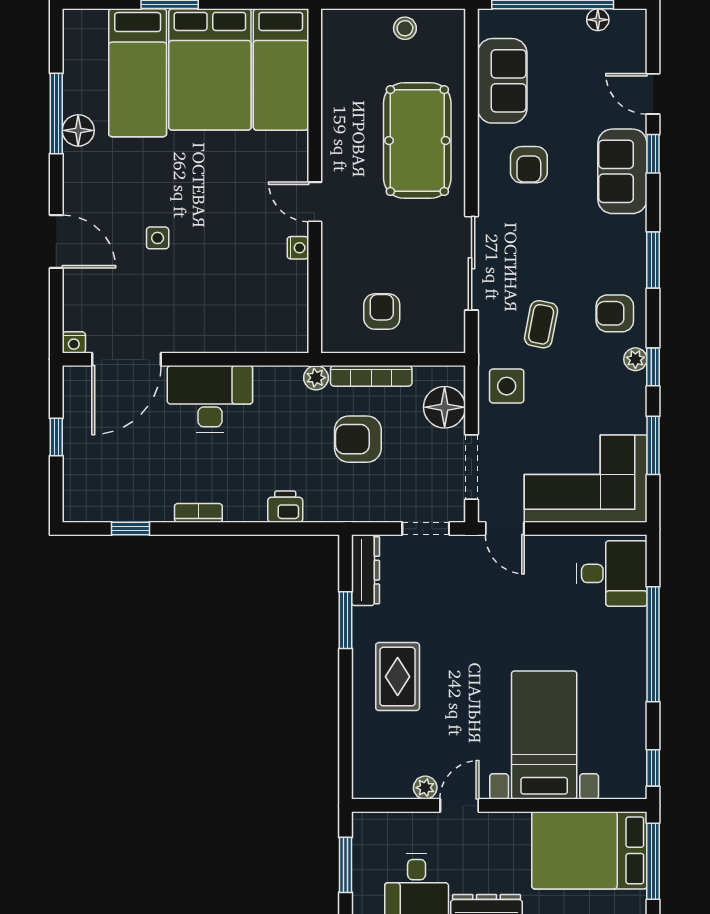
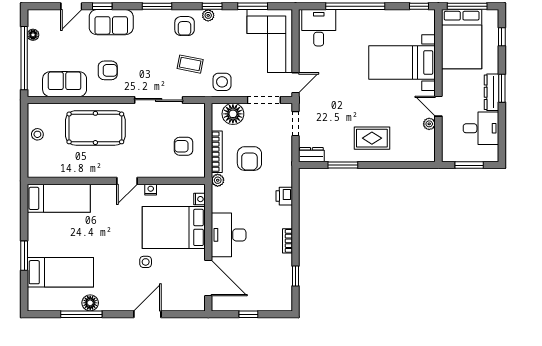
bed: (210, 69) -> (174, 227), moved, turned 180
nightstand: (74, 342) -> (200, 199), moved
dresser: (365, 570) -> (311, 155), width x0.70

